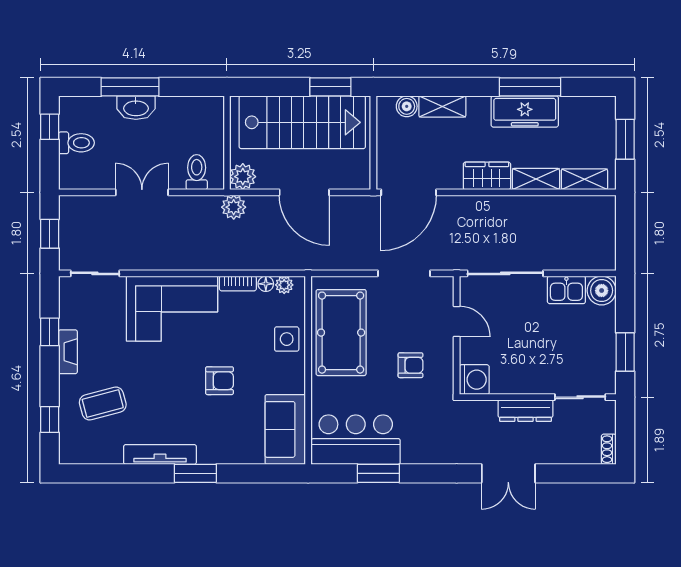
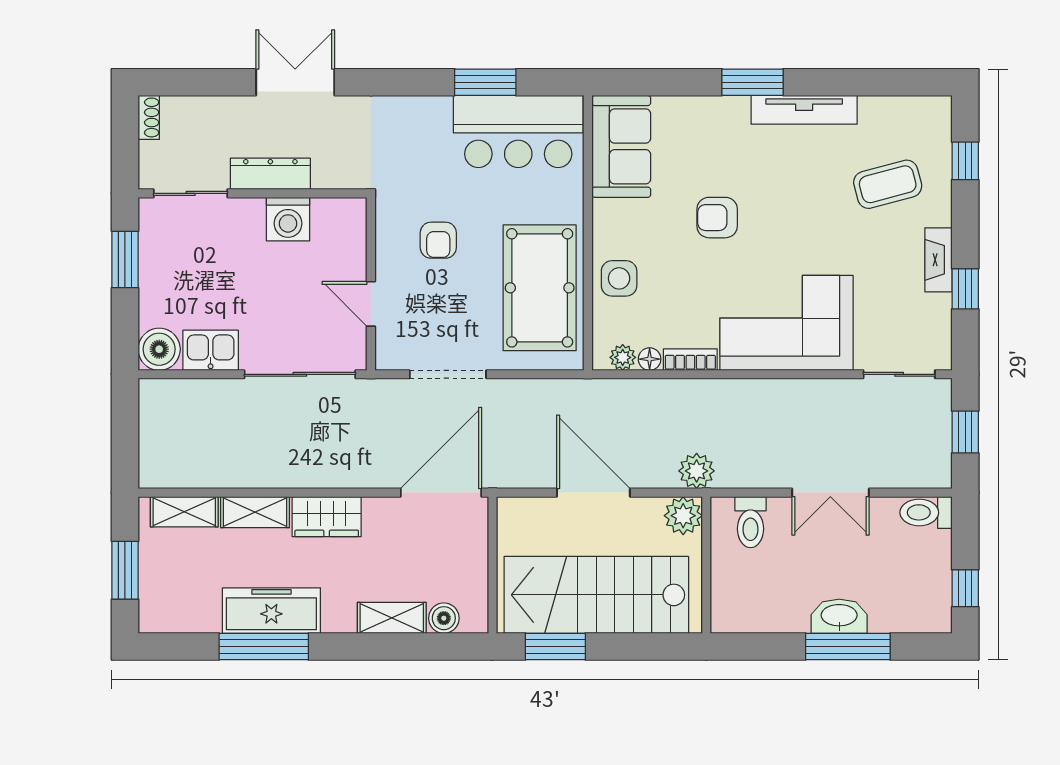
toilet: (76, 143) -> (926, 512), moved
armchair: (410, 365) -> (438, 240), turned -90
washing machine: (474, 380) -> (288, 219), moved, turned -90

